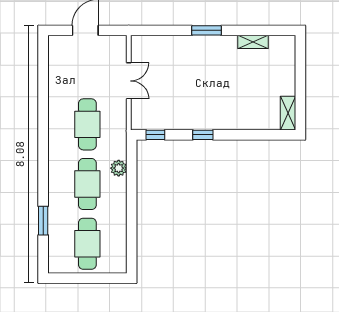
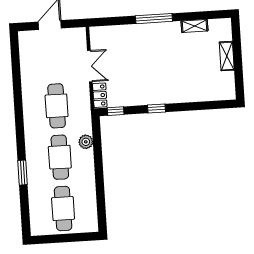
window: (206, 30) -> (154, 19), width x1.44
shelving: (288, 113) -> (227, 56), moved
locker: (138, 115) -> (100, 95), added
window: (43, 221) -> (23, 173), moved

